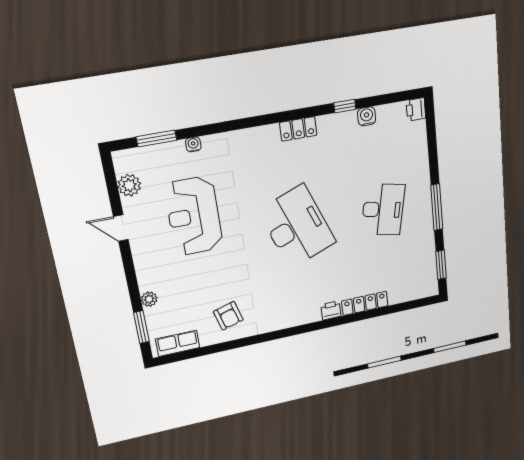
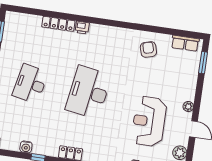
reception desk: (194, 216) -> (149, 121), turned 180
desk: (297, 227) -> (88, 92), turned 30
plant: (149, 299) -> (188, 107), moved

